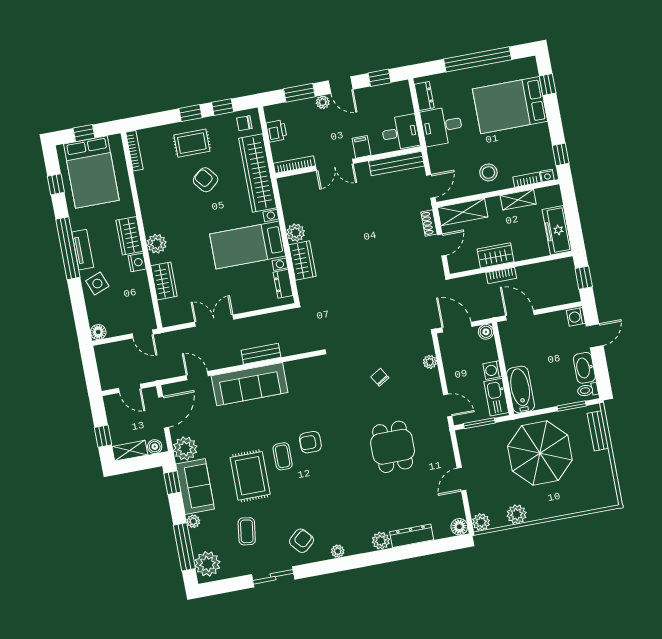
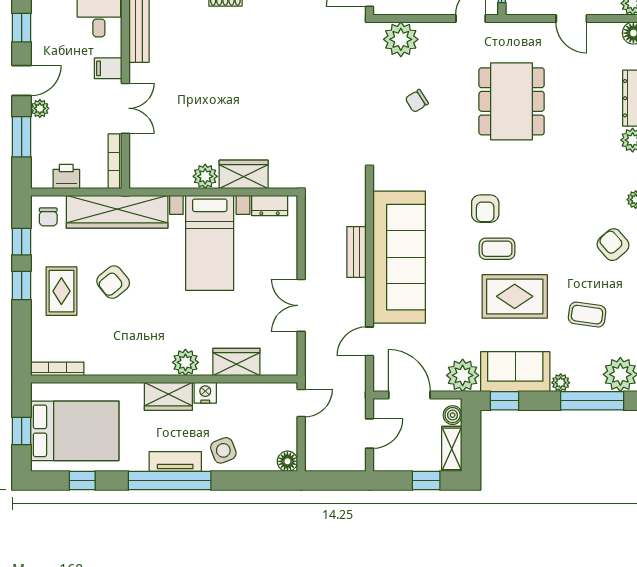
plant: (430, 362) -> (401, 39), width x1.87, depth x1.87
sofa: (250, 384) -> (399, 257), width x1.36, depth x1.27
dining table: (393, 447) -> (512, 101), width x1.38

